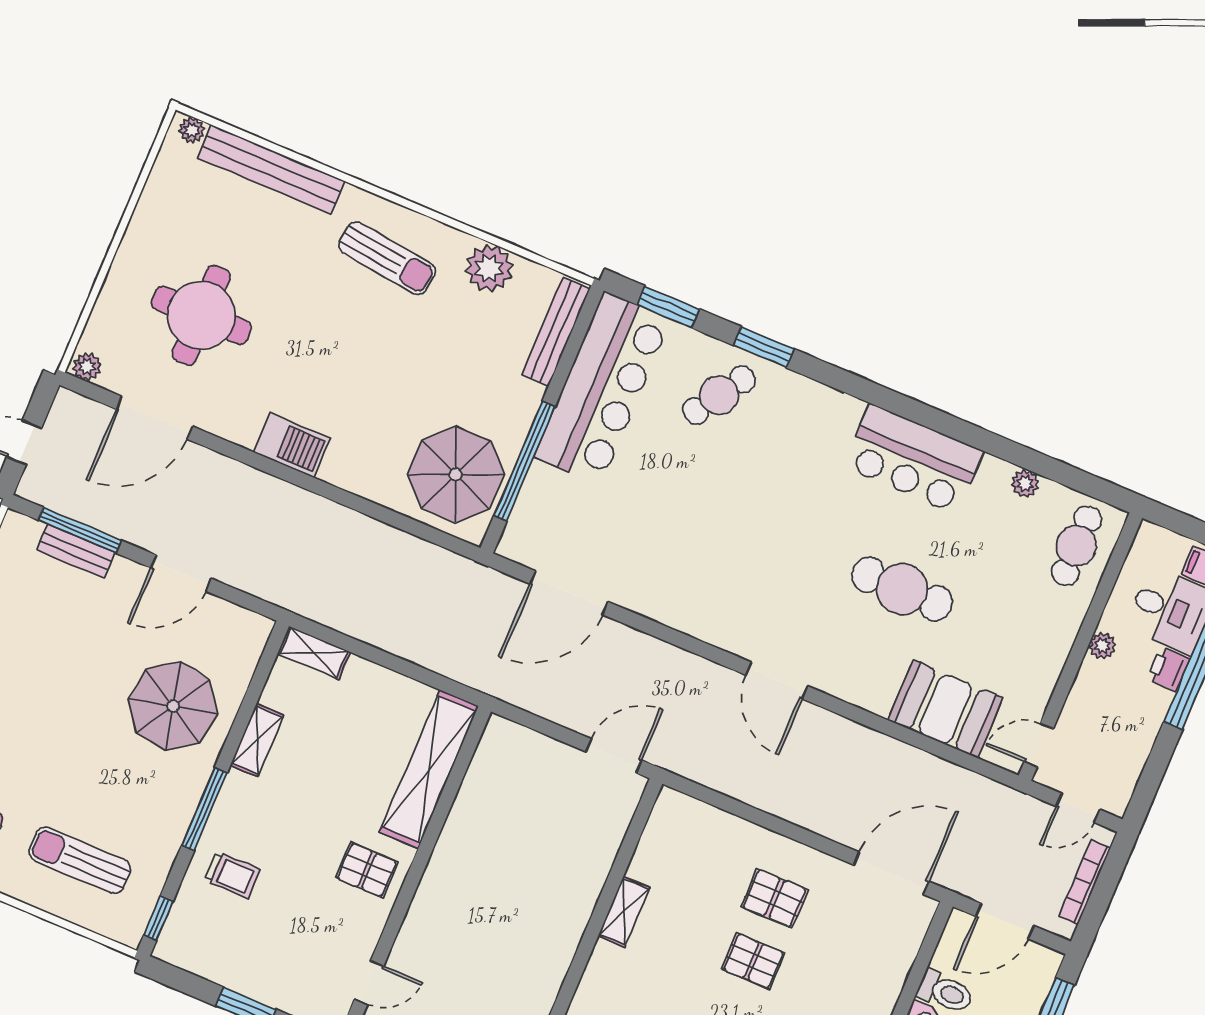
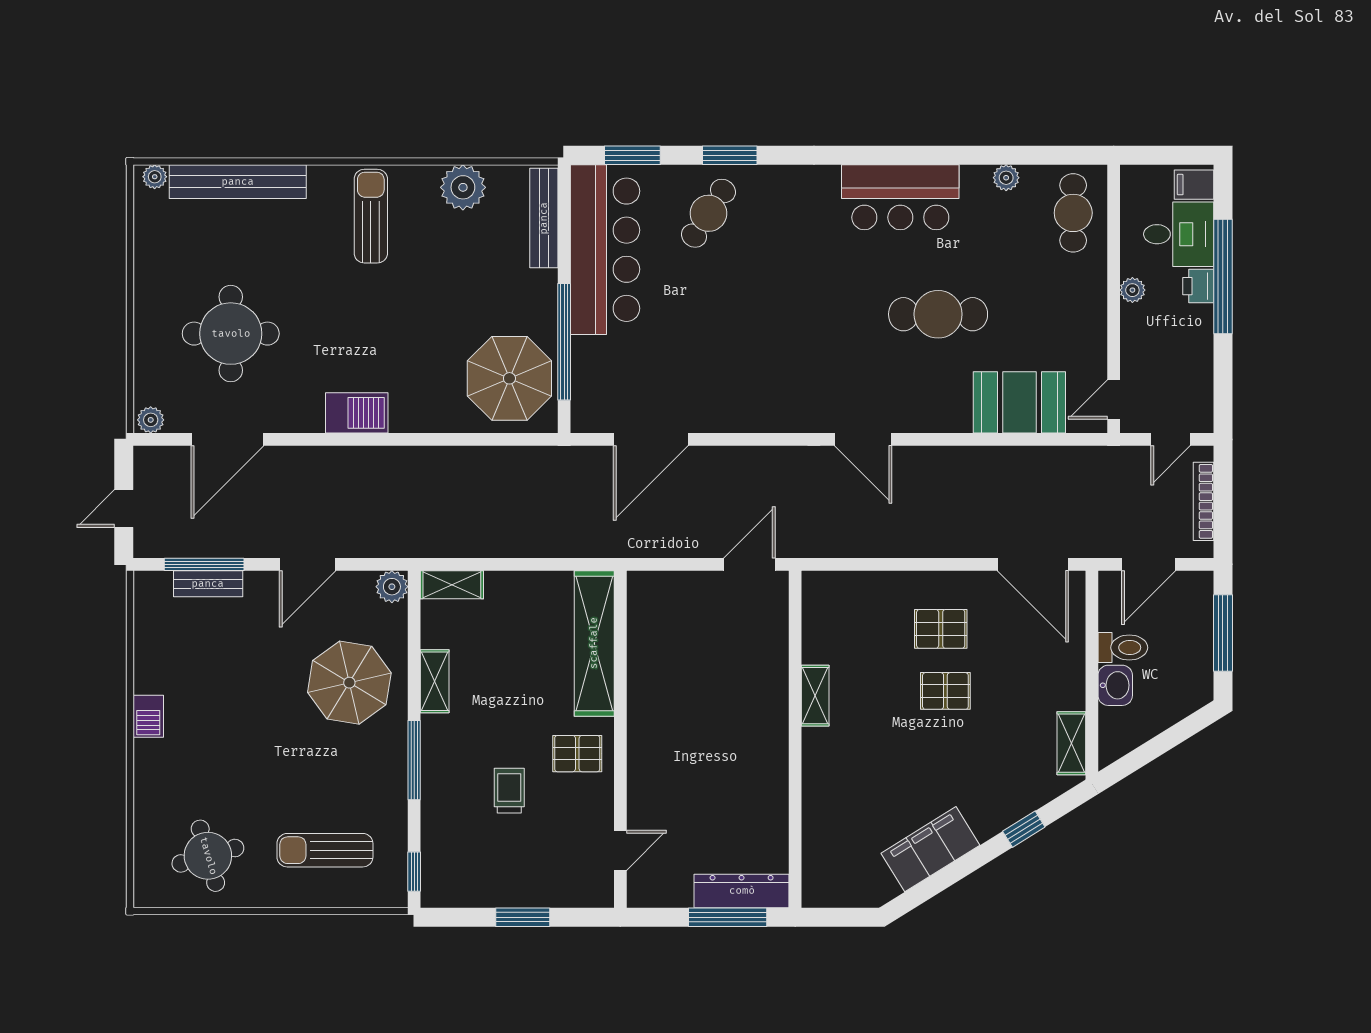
sun lounger: (387, 258) -> (371, 216), turned -97
plant: (254, 630) -> (392, 587), added
door: (891, 873) -> (1033, 564), swing flipped
trolley: (232, 875) -> (509, 791), moved, turned -90

